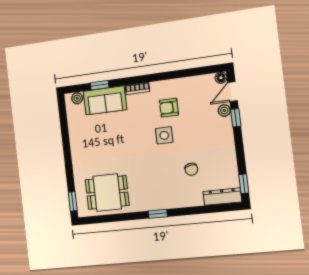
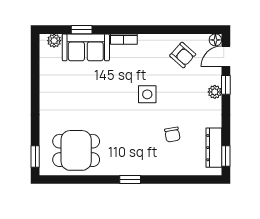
armchair: (169, 108) -> (183, 55), moved, turned -138
plant: (224, 110) -> (215, 92), moved
dresser: (222, 197) -> (214, 148), moved, turned -90

